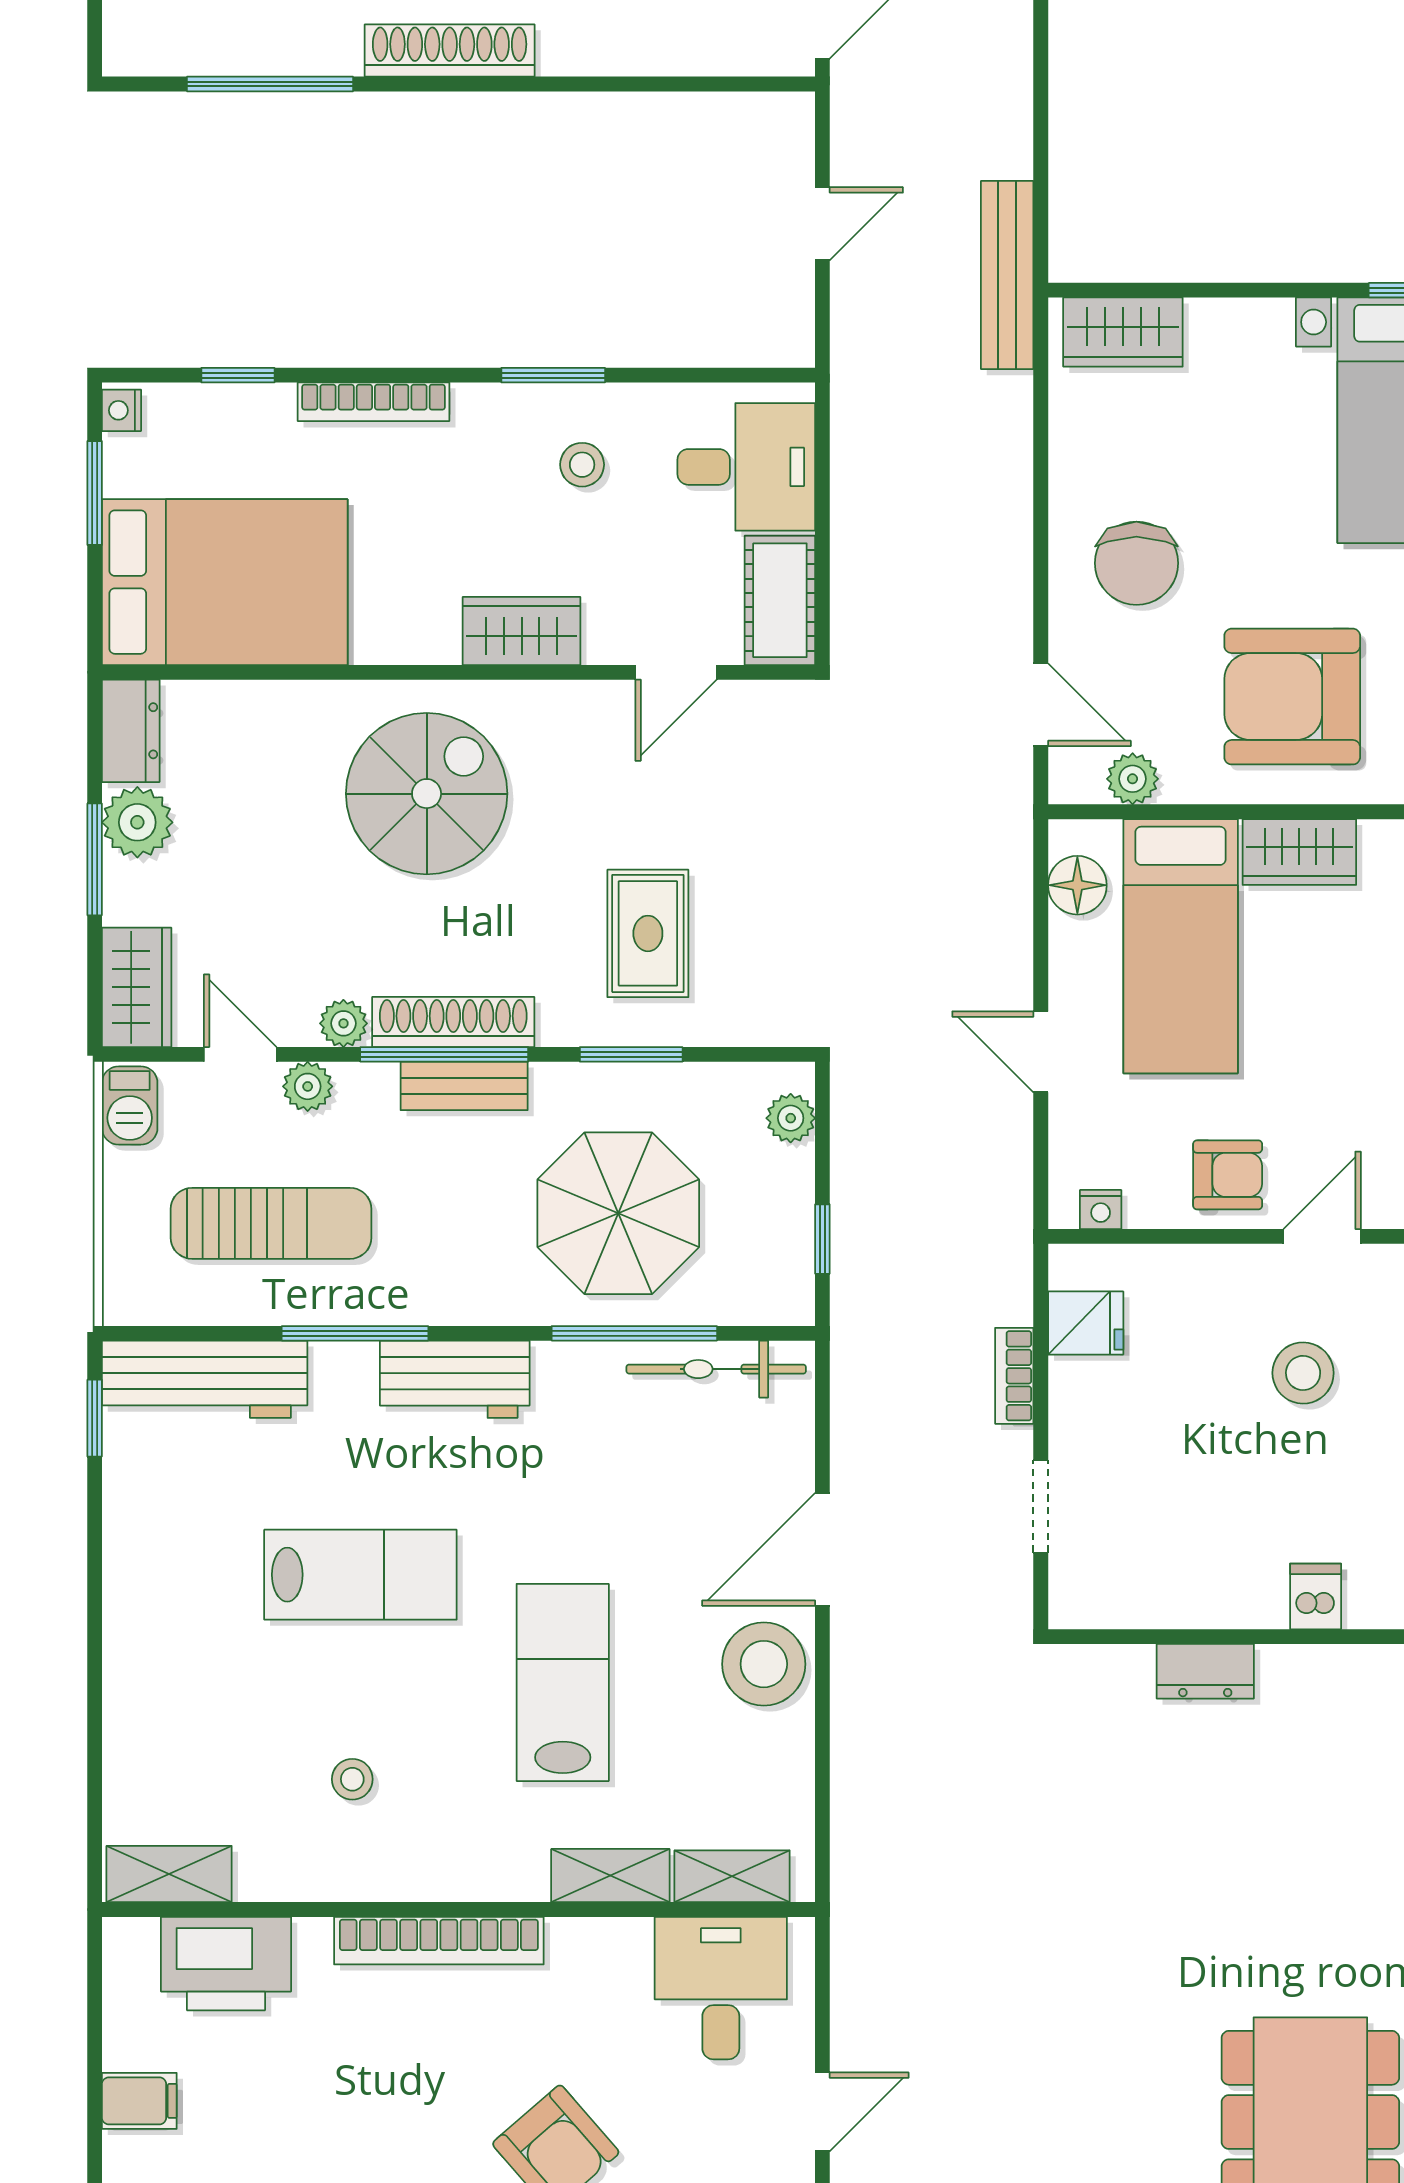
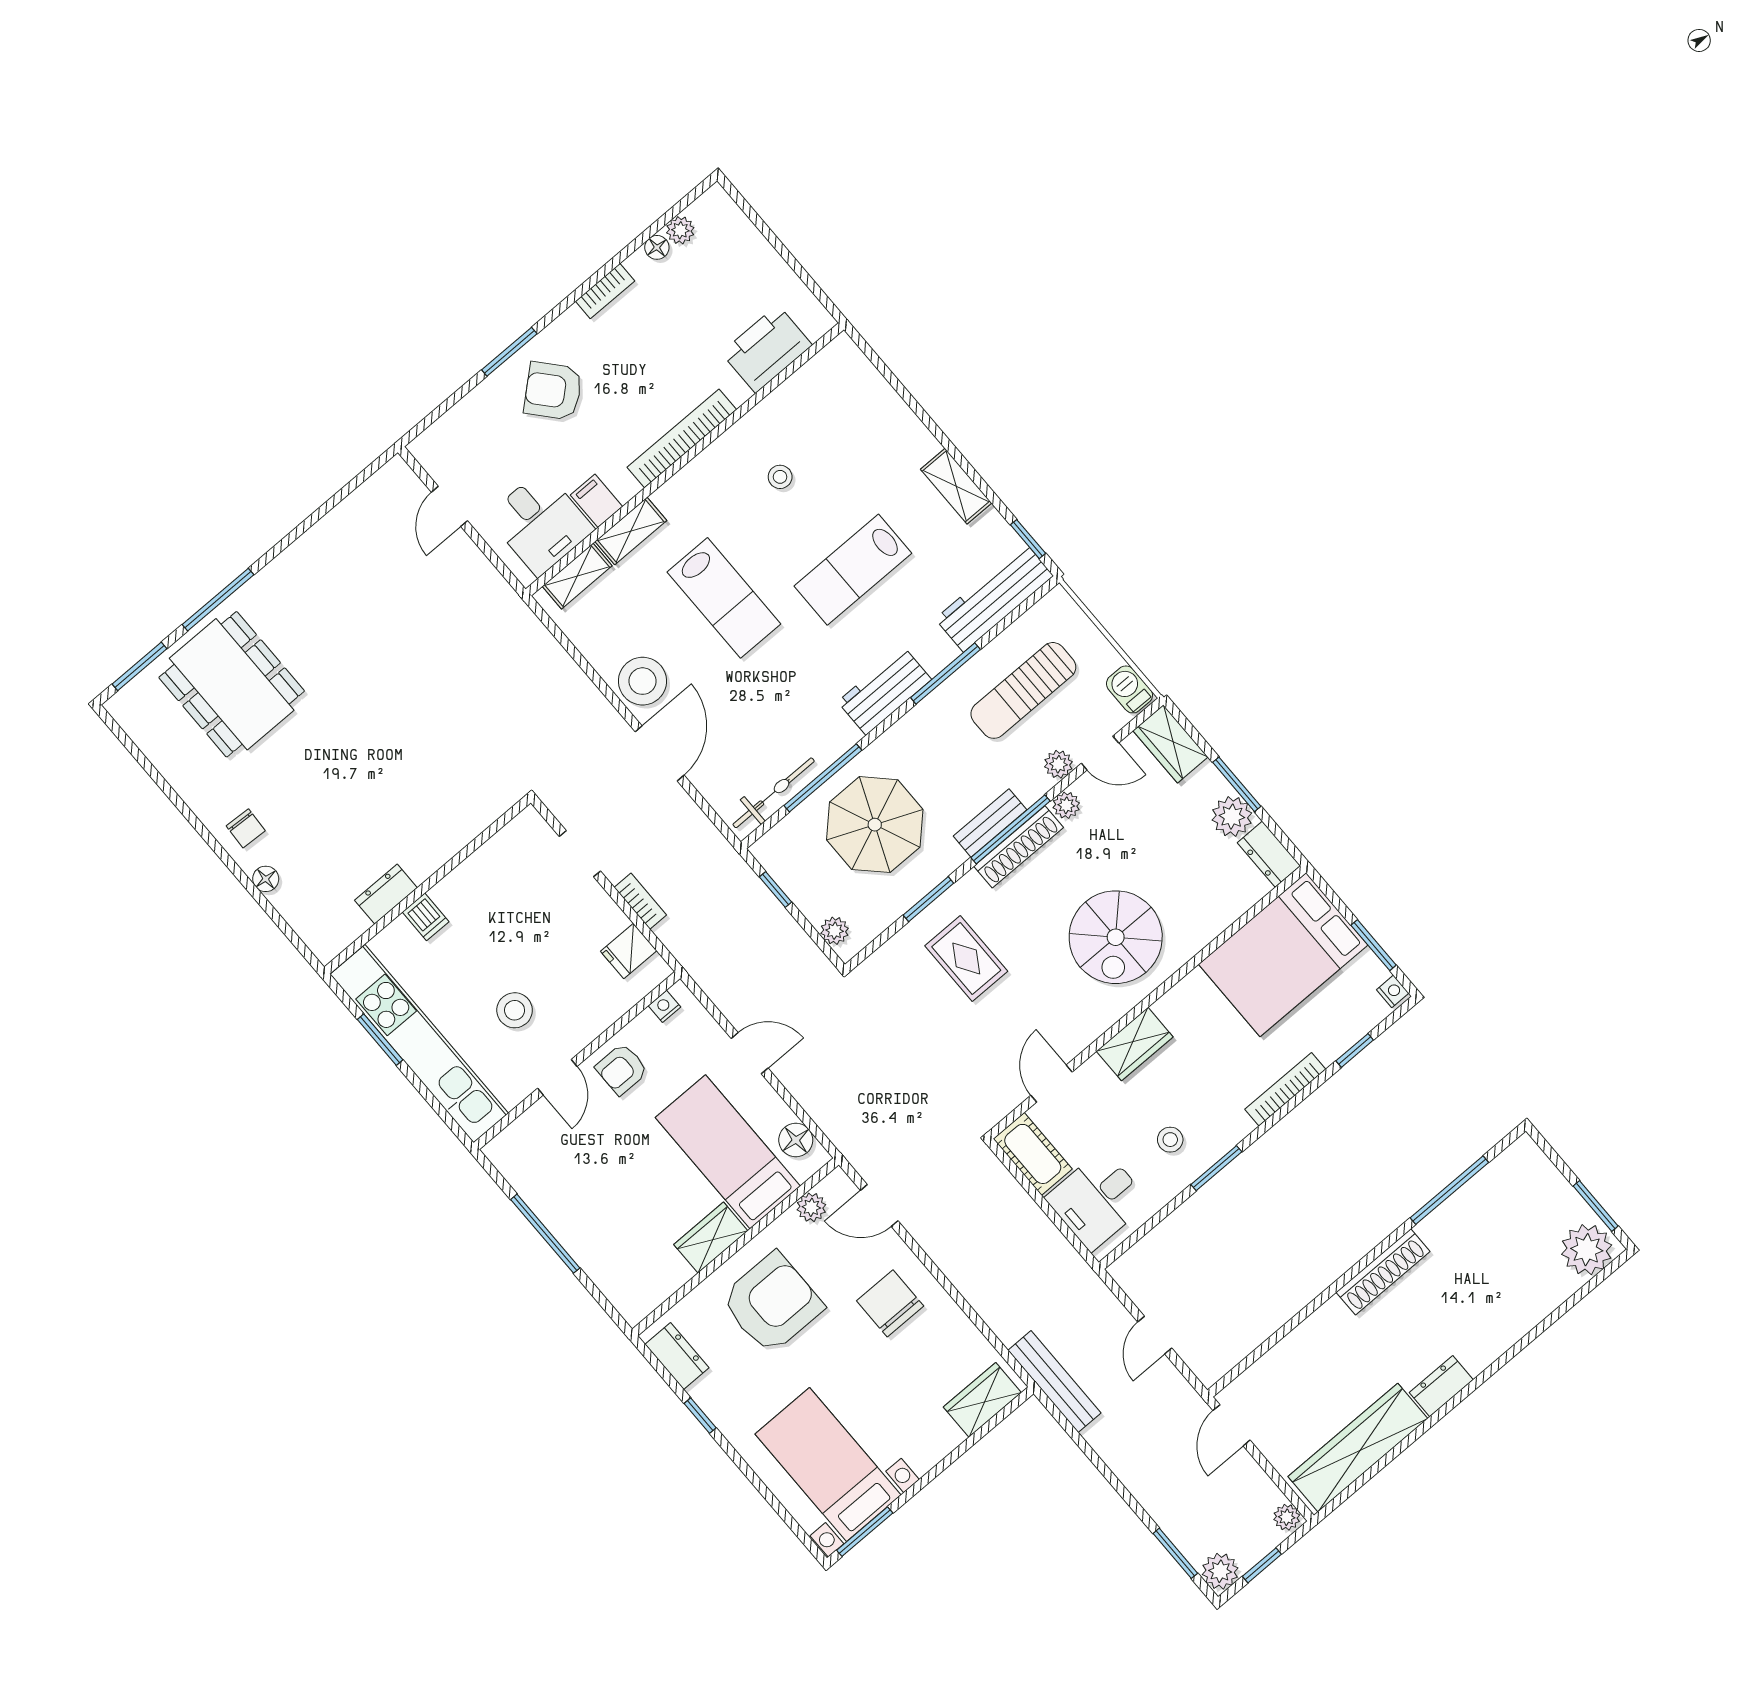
dresser: (1205, 1671) -> (386, 894), moved
shelving: (169, 1874) -> (956, 486), moved, turned 90
filing cabinet: (139, 2101) -> (596, 501), moved, turned 90

